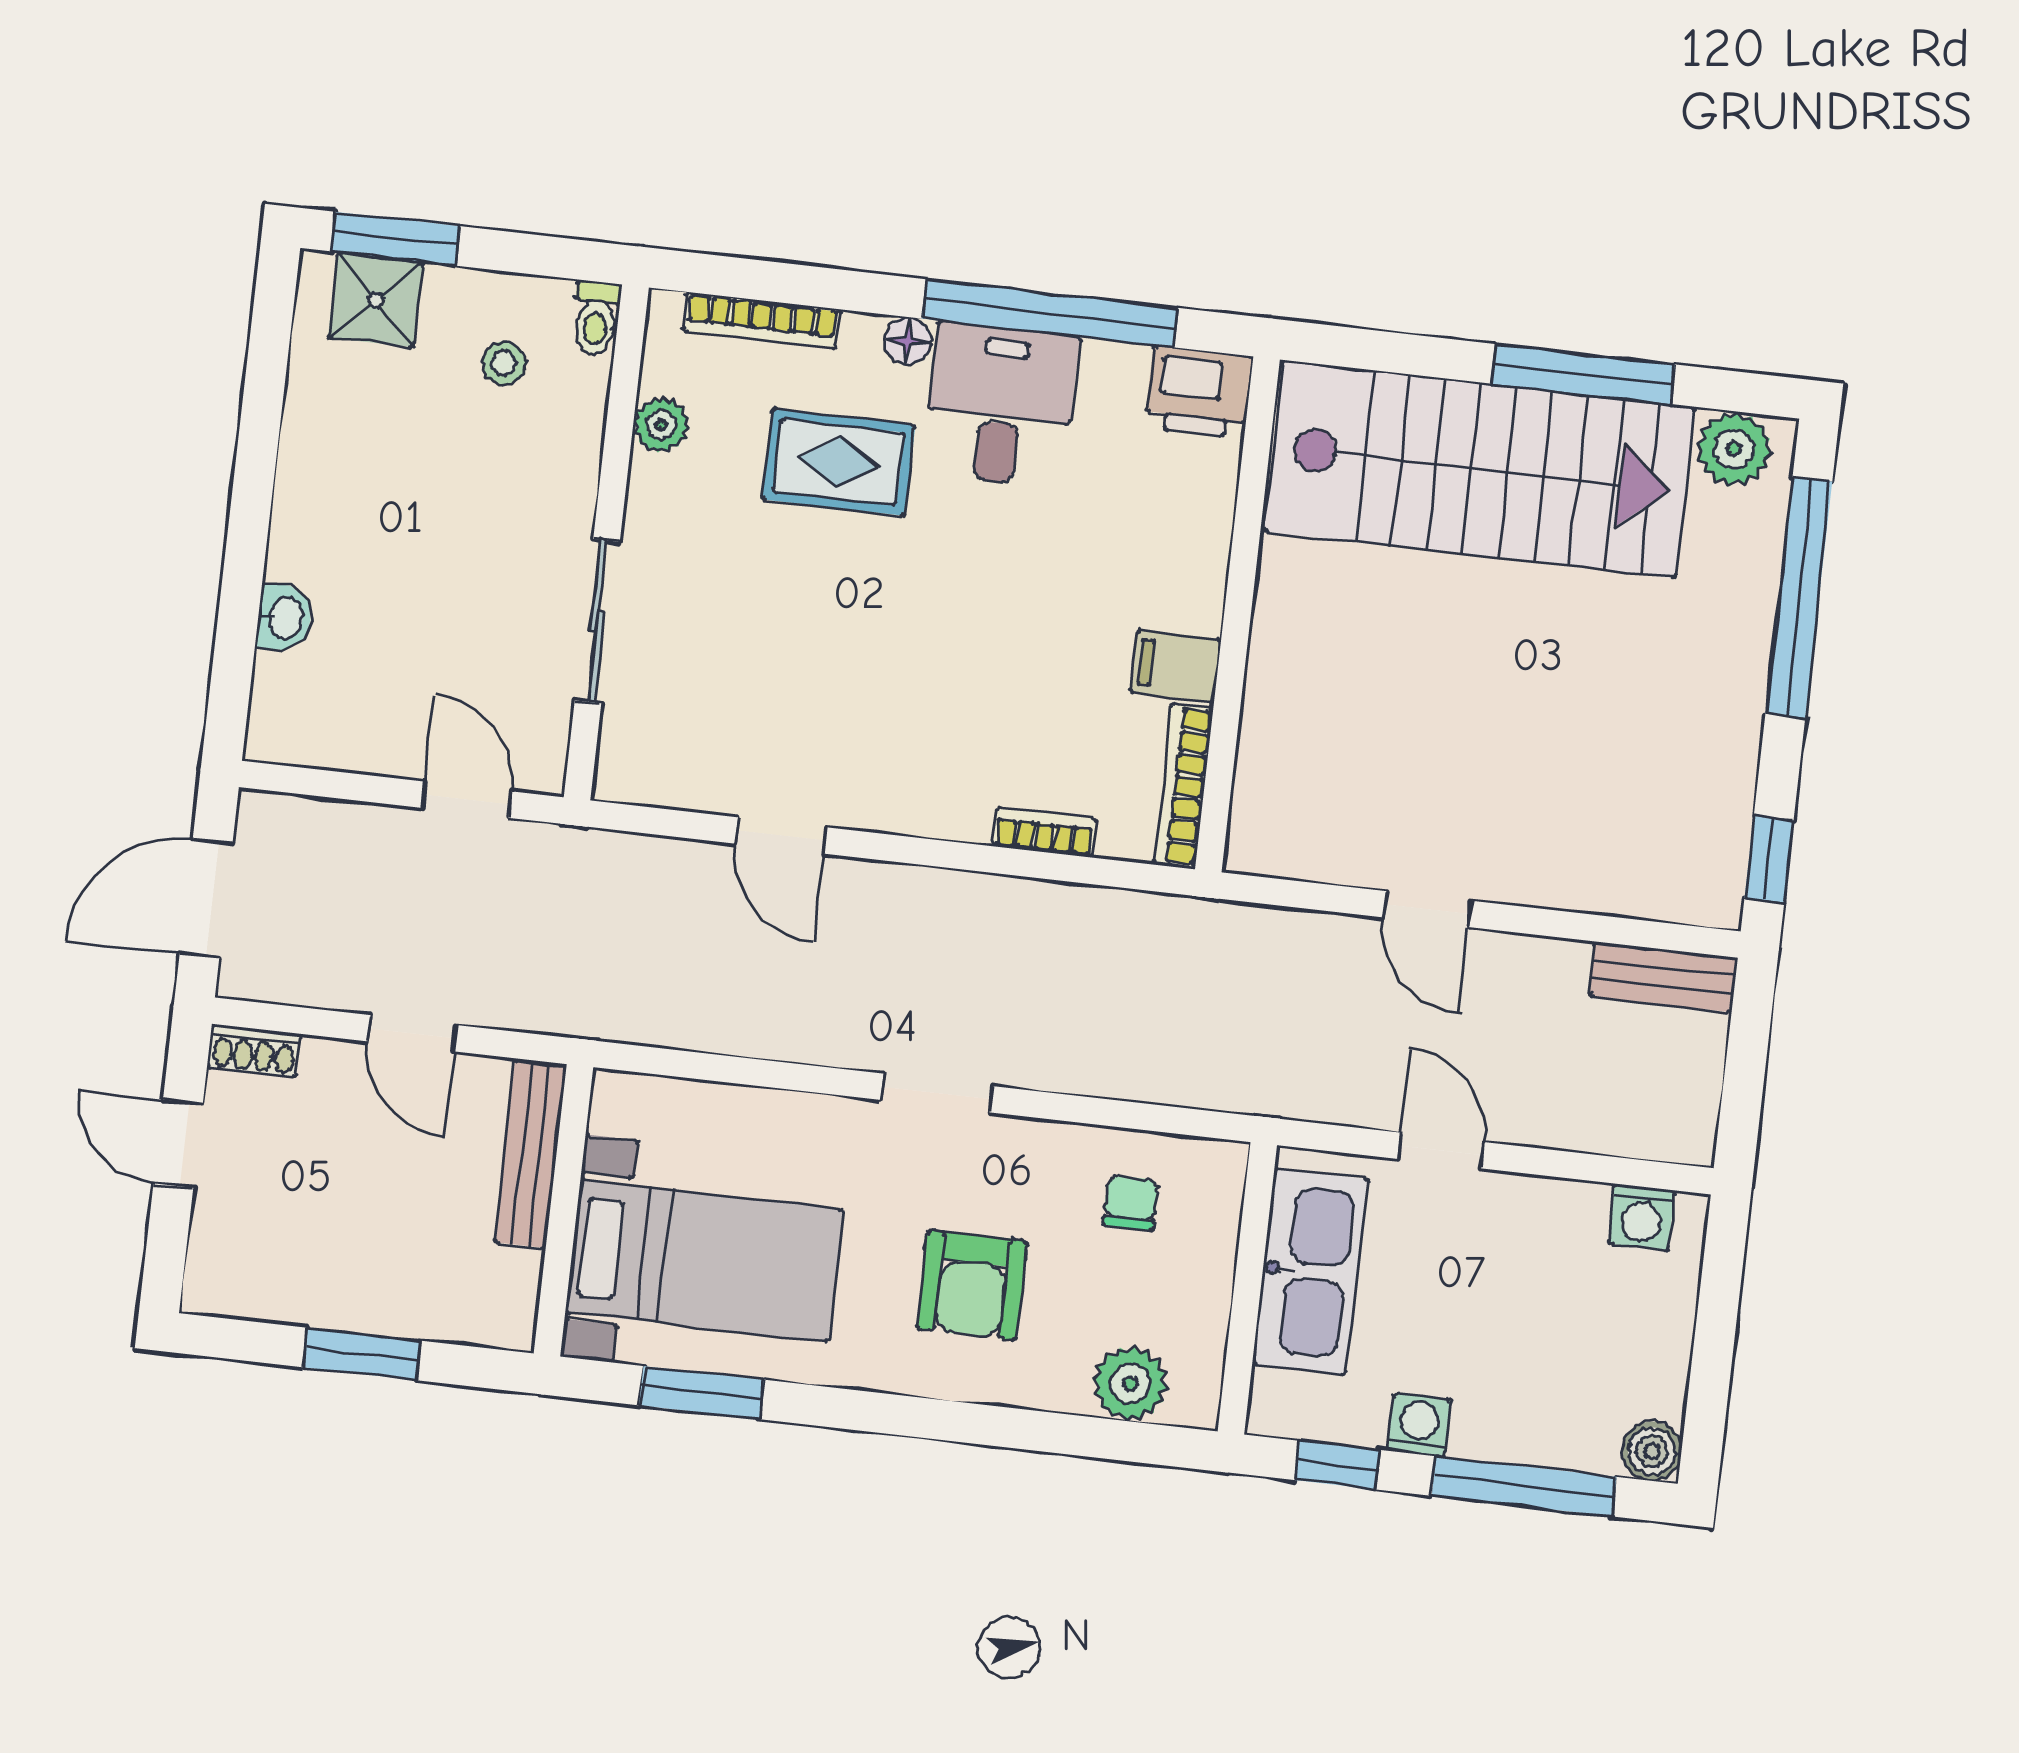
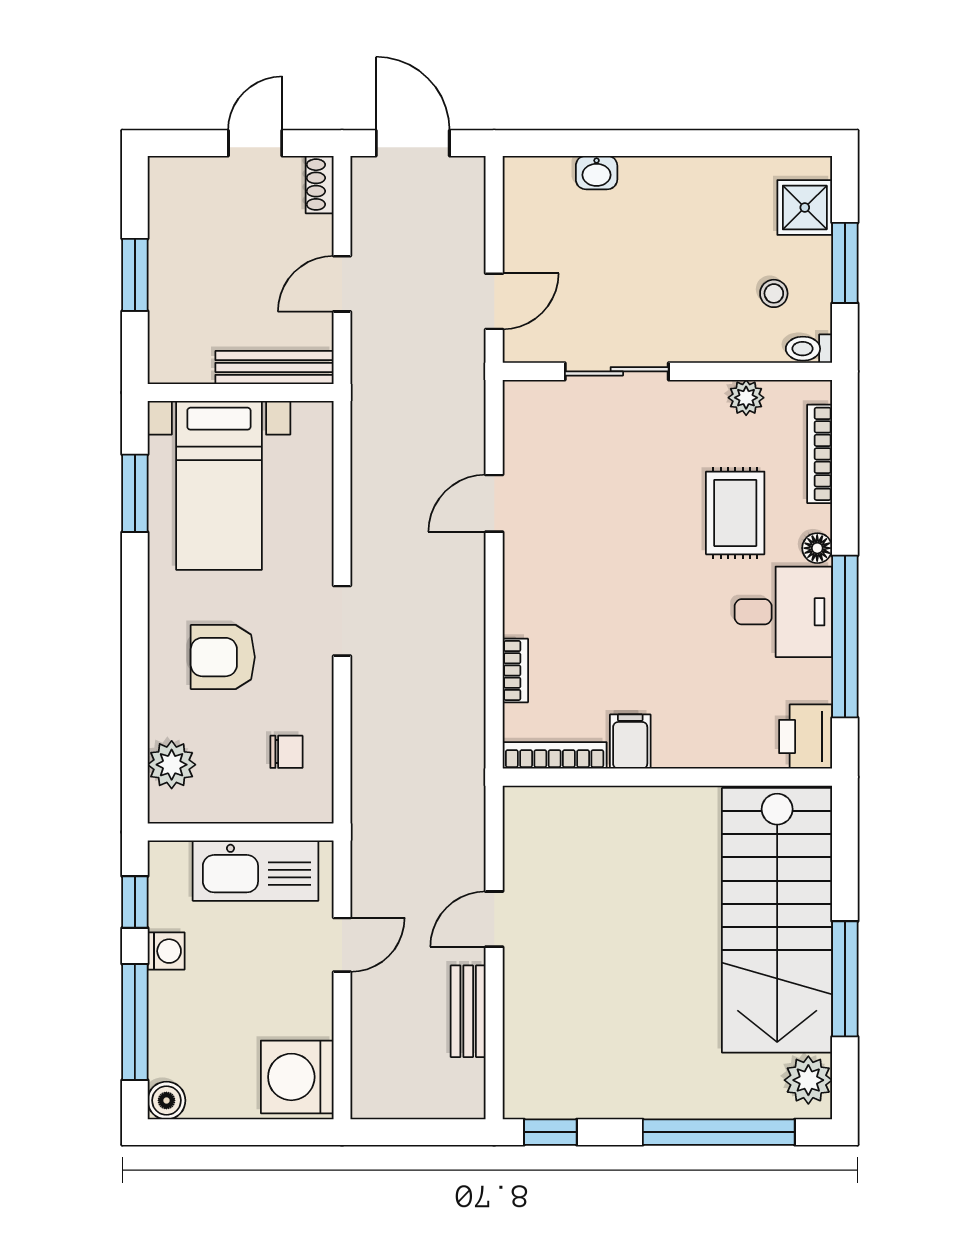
window: (396, 239) -> (845, 263), moved
bench: (1663, 977) -> (468, 1011), moved
washing machine: (1641, 1217) -> (297, 1077), width x1.89, depth x1.89

